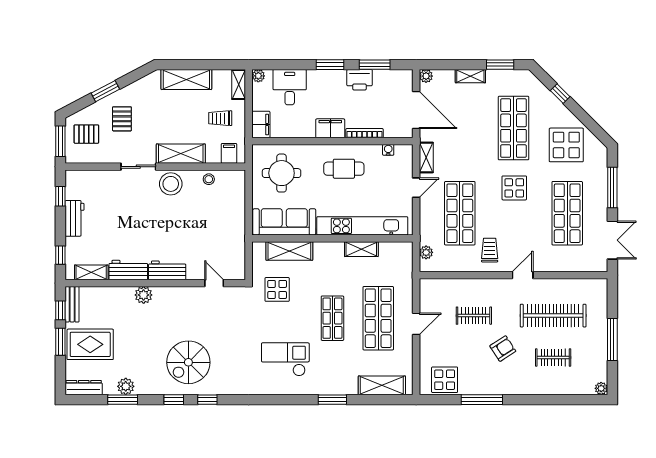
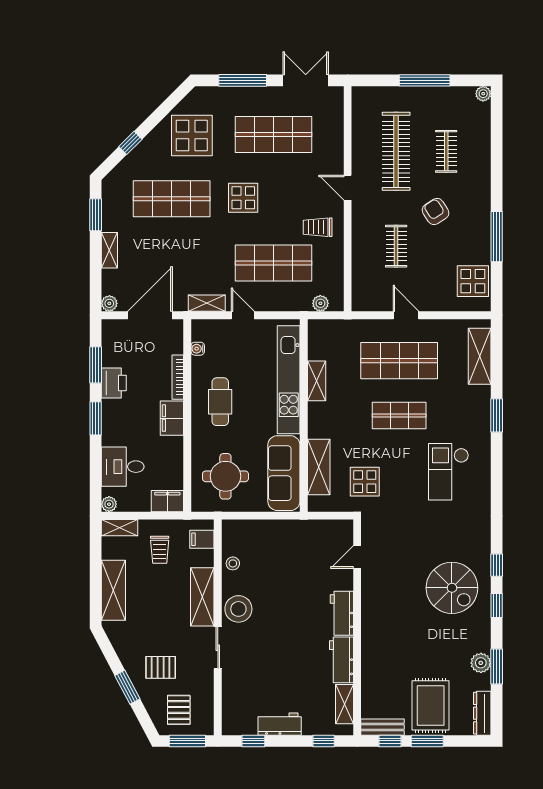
plant: (144, 295) -> (371, 642), removed

